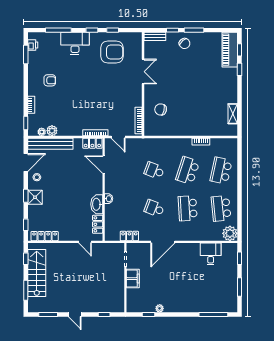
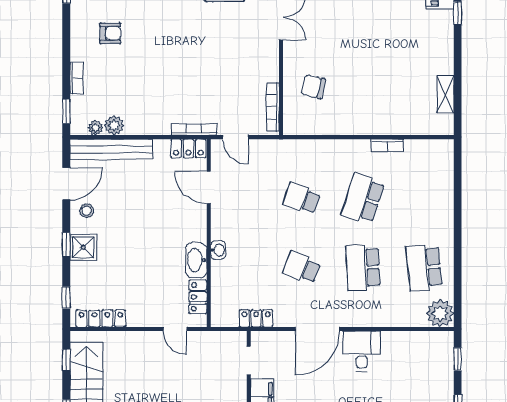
school desk: (221, 171) -> (424, 198), removed
desk: (211, 254) -> (362, 351), moved

